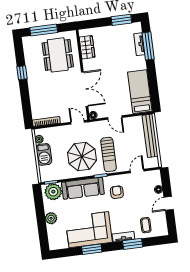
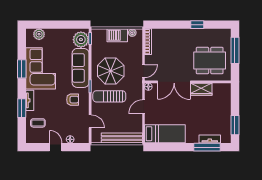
wardrobe: (87, 47) -> (201, 89), moved
plant: (51, 218) -> (39, 34), moved

